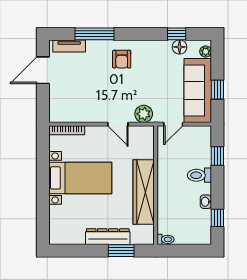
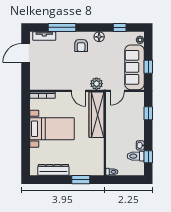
floor lamp: (180, 47) -> (99, 37), moved
toilet: (199, 175) -> (136, 156), moved
wardrobe: (144, 192) -> (96, 115), moved
dresser: (108, 237) -> (53, 170), moved

